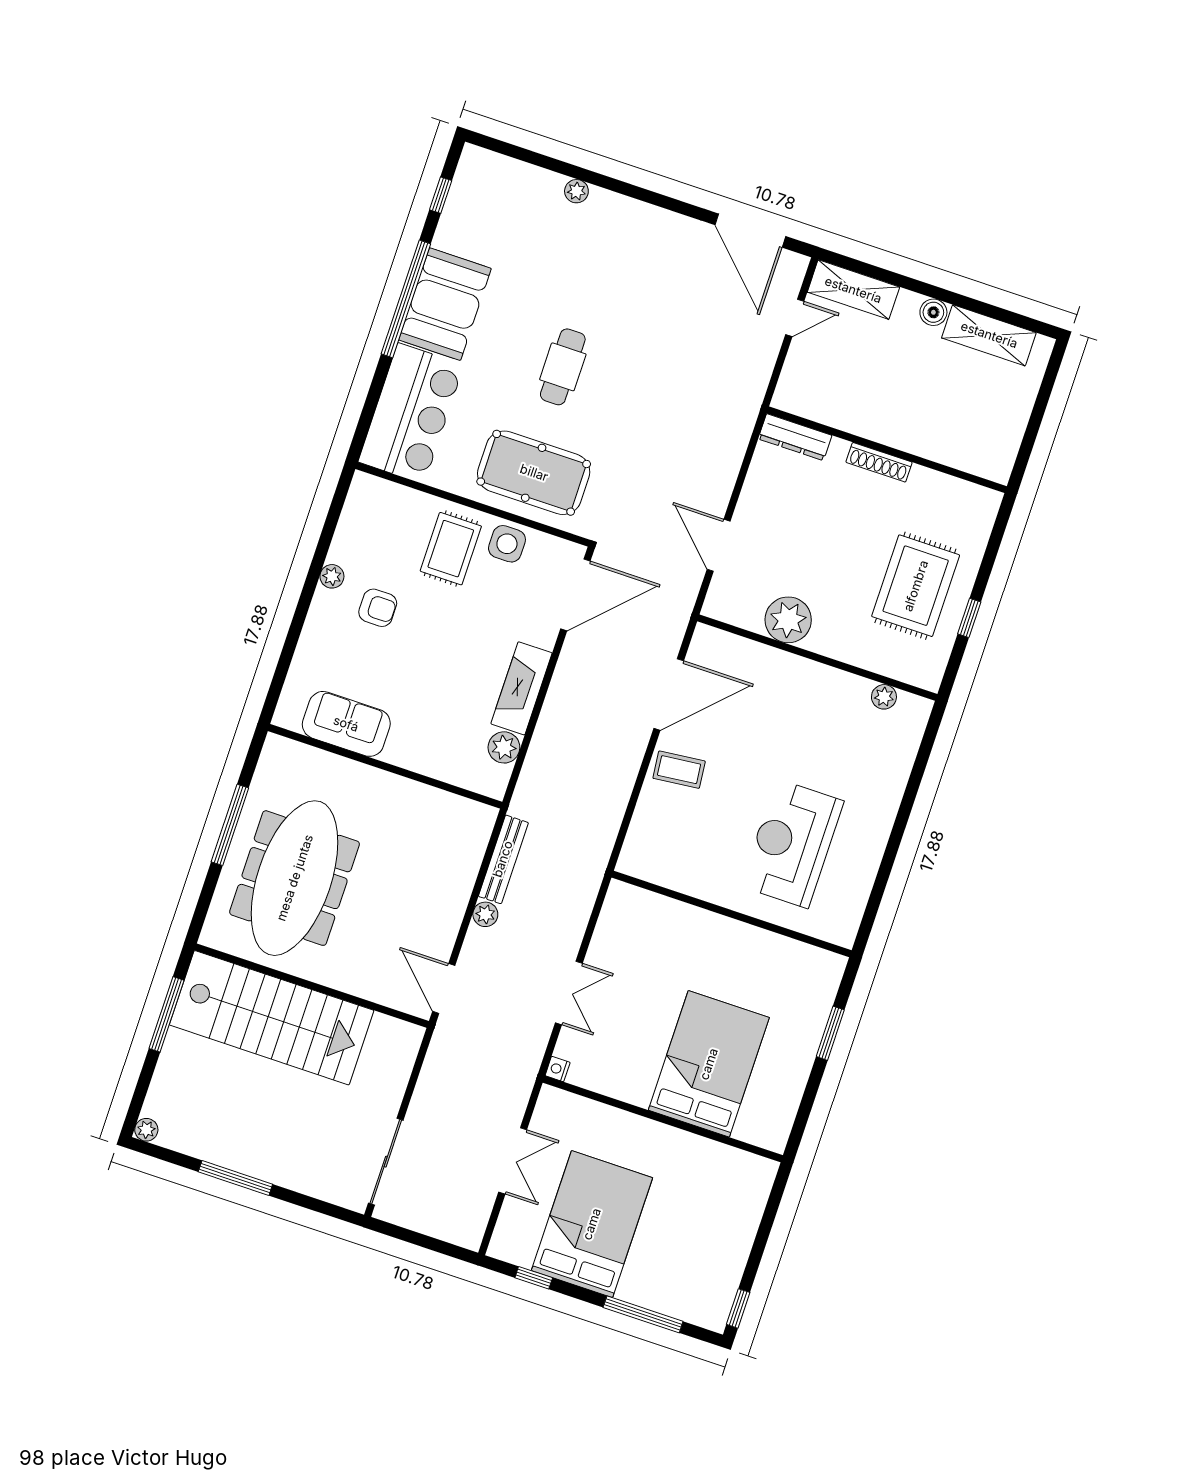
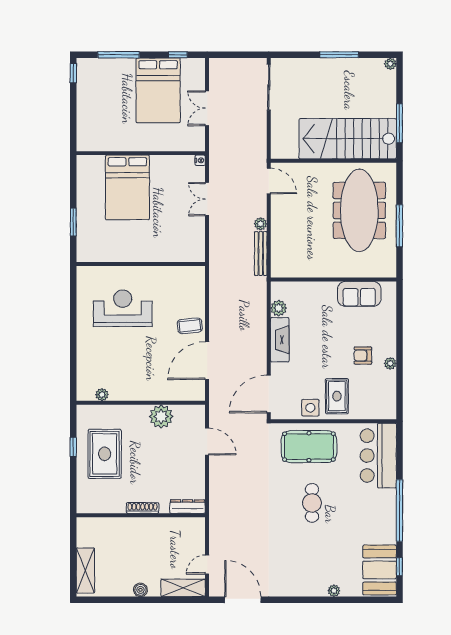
booth: (445, 304) -> (380, 570), moved
shelving: (989, 335) -> (85, 570), moved, turned 90
reception desk: (792, 844) -> (123, 308), turned -90

